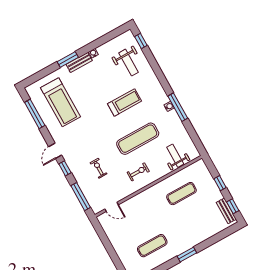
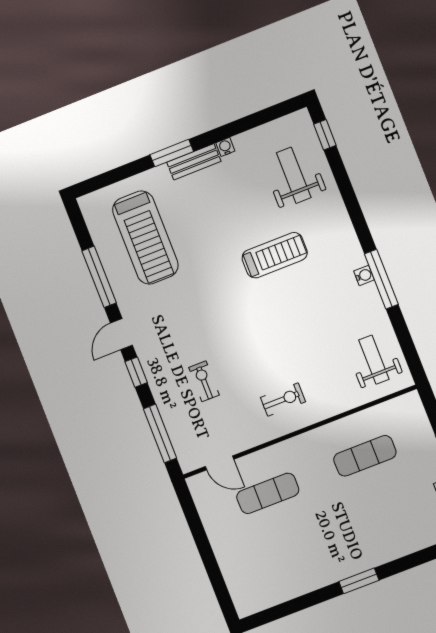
weight bench: (128, 63) -> (294, 175), turned 180
window: (35, 114) -> (99, 277), moved
exercise mat: (138, 139) -> (291, 332), removed
weight bench: (175, 156) -> (374, 360), moved
exercise mat: (152, 246) -> (268, 493), moved

